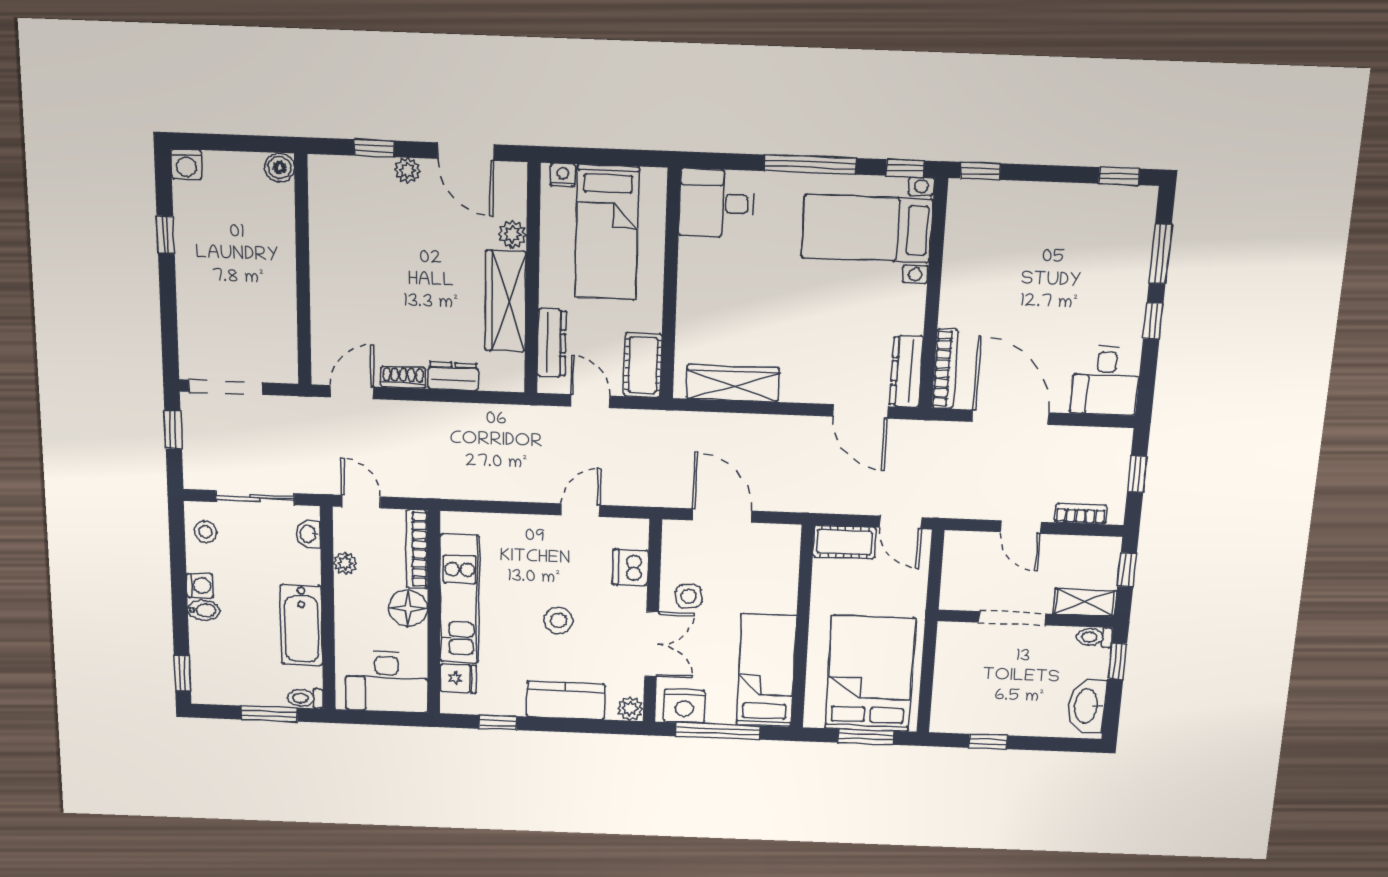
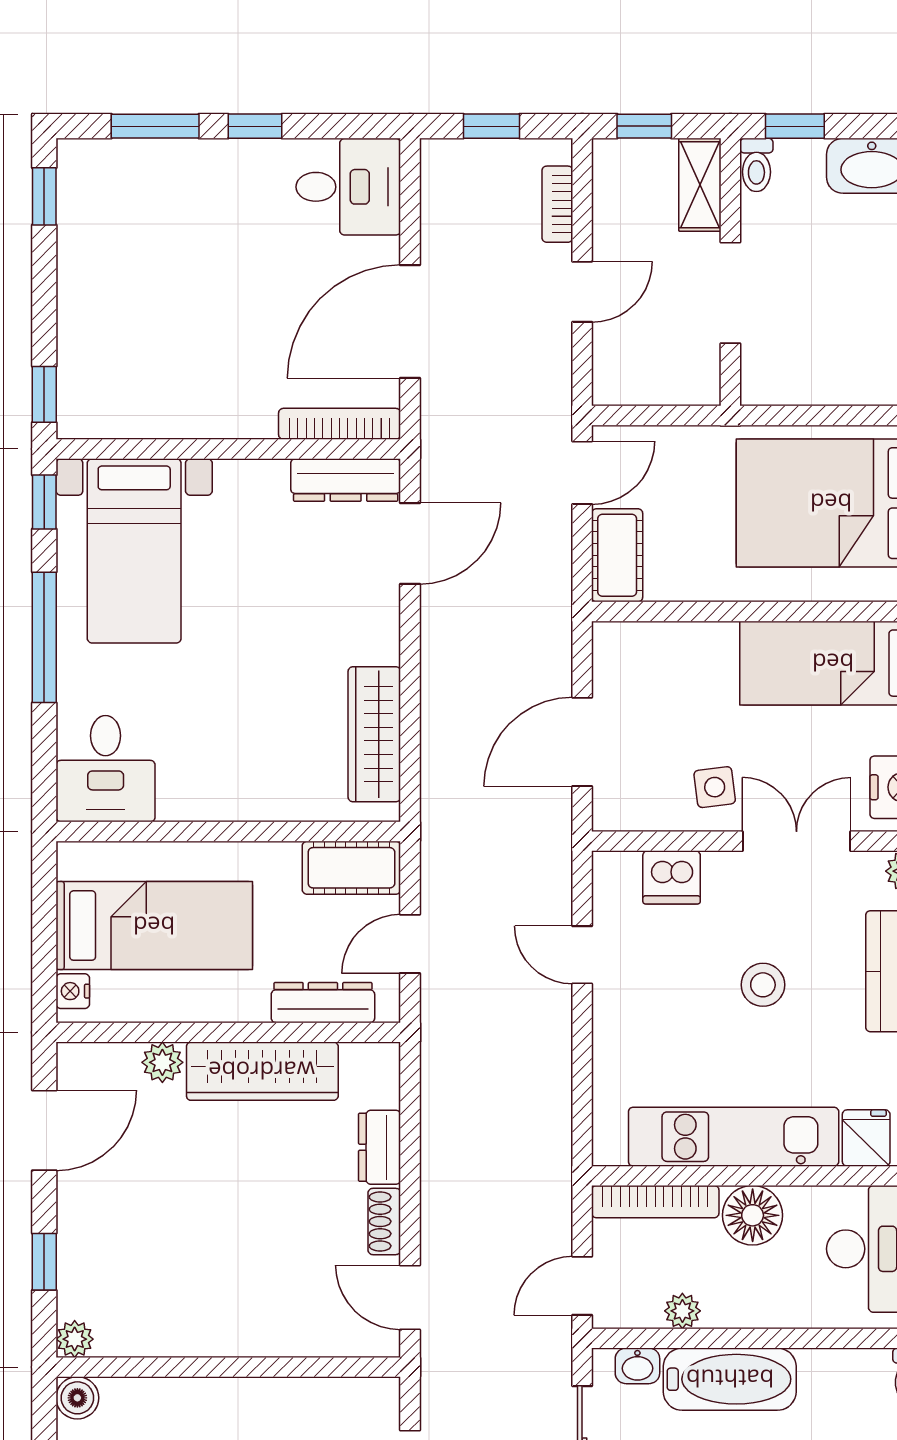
plant: (408, 170) -> (75, 1339), moved
bathtub: (302, 625) -> (730, 1379), moved

